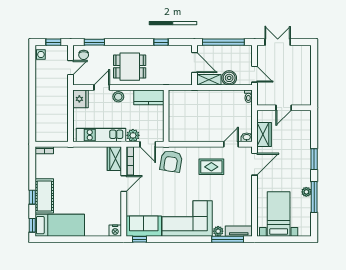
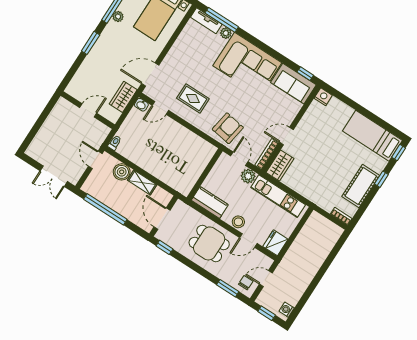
door: (194, 62) -> (162, 219), moved
wall: (194, 65) -> (164, 216), moved
cot: (44, 196) -> (361, 186), moved

